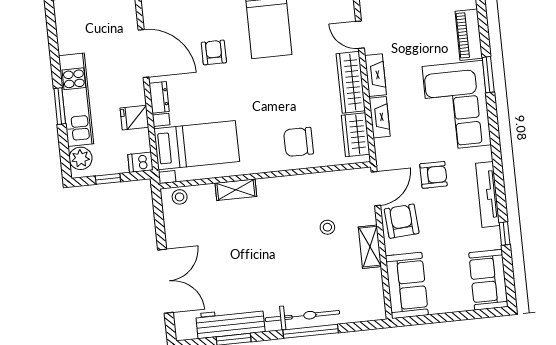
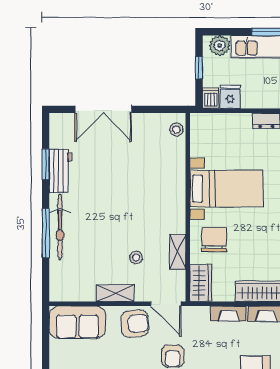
fridge: (134, 118) -> (230, 97), moved
wardrobe: (356, 135) -> (201, 283), moved, turned 90
bed with nightstands: (197, 145) -> (226, 189), moved, turned -90
shelving: (236, 190) -> (178, 252), moved
workbench: (230, 323) -> (60, 171), width x0.73

